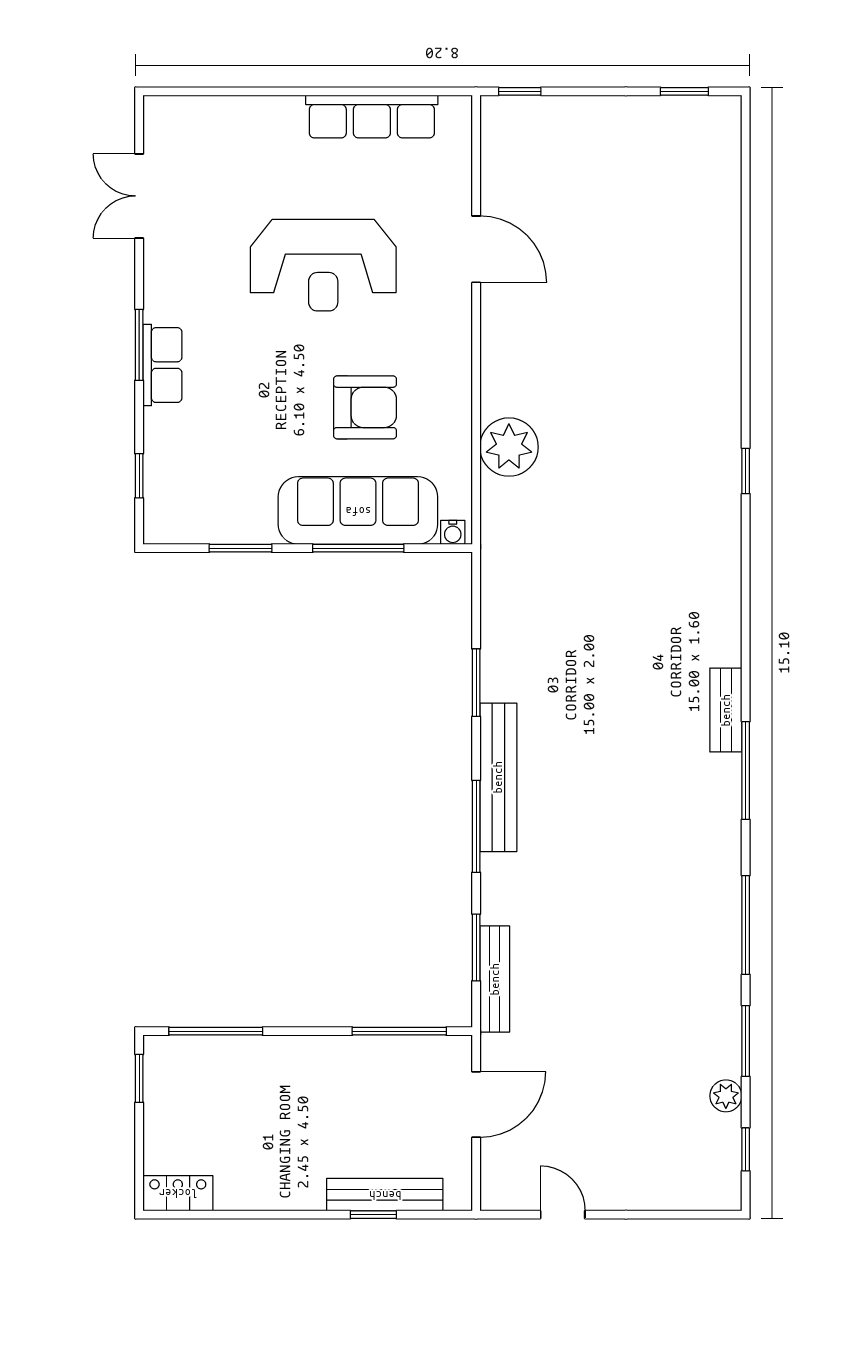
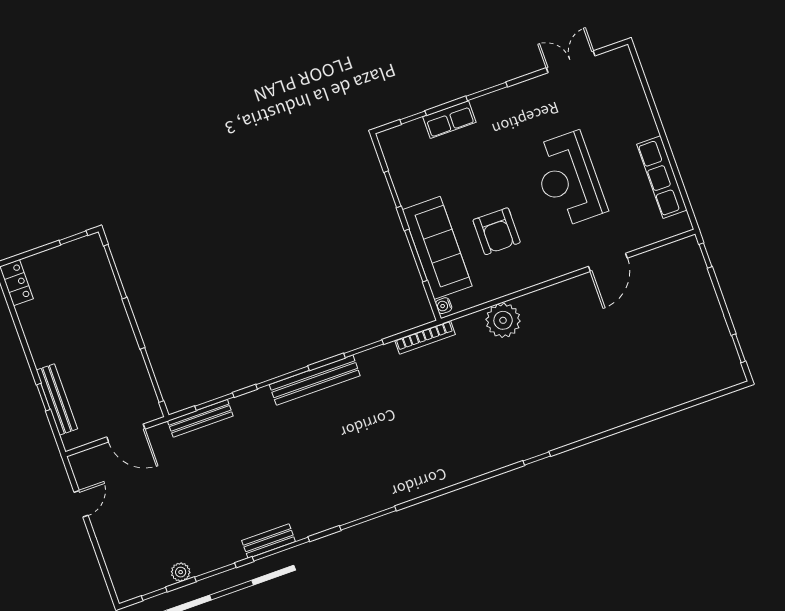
row of seats: (162, 365) -> (449, 119), moved
bookcase: (492, 580) -> (425, 337), added
bench: (726, 710) -> (269, 541), moved

